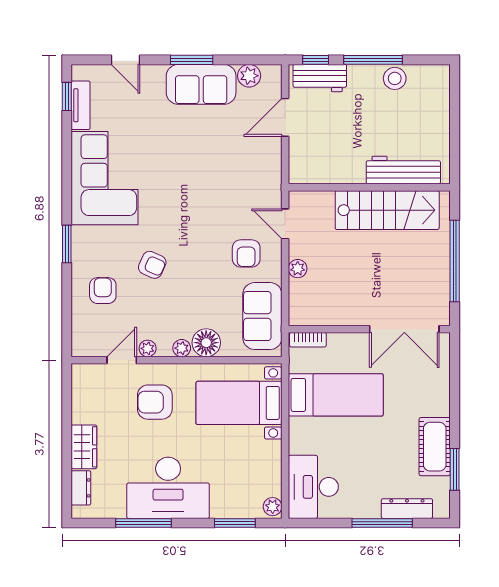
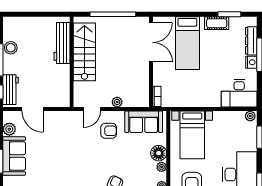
bed: (336, 395) -> (187, 43), moved, turned 180
cot: (435, 447) -> (217, 23), width x0.73, depth x0.75
nightstand: (369, 509) -> (251, 62), added

